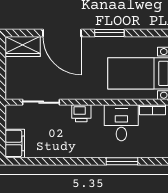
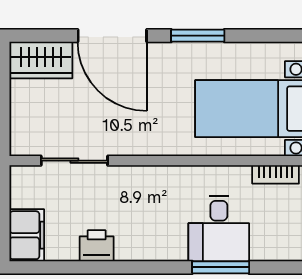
printer: (81, 113) -> (97, 246), moved, turned 180
desk: (121, 123) -> (219, 228), moved, turned 180

